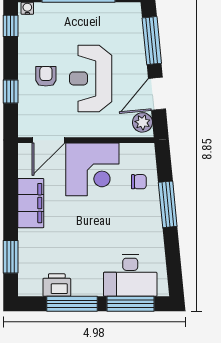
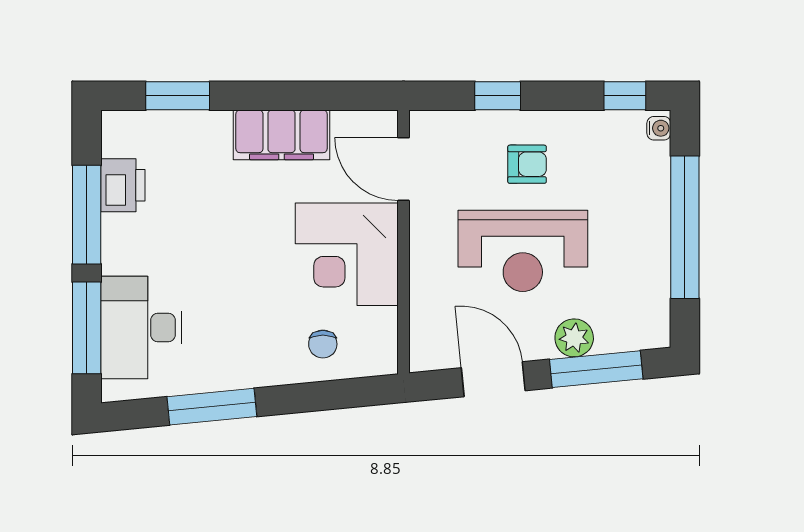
reception desk: (91, 78) -> (523, 251), turned 180
plant: (142, 122) -> (574, 338), moved
window: (168, 204) -> (212, 407), moved

